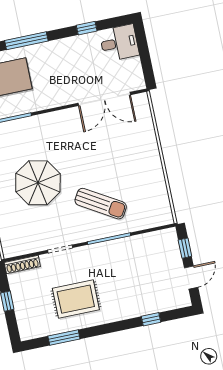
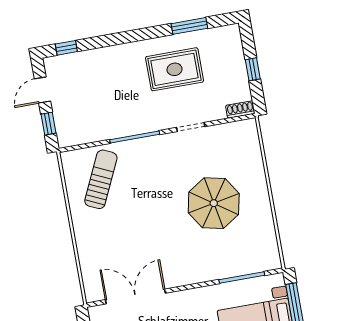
sun lounger: (101, 204) -> (101, 179), moved, turned 84
shoe rack: (22, 264) -> (240, 110), width x0.70
window: (151, 319) -> (66, 48), moved

